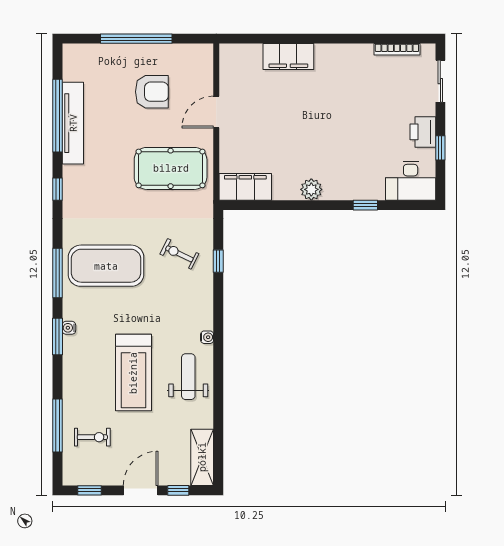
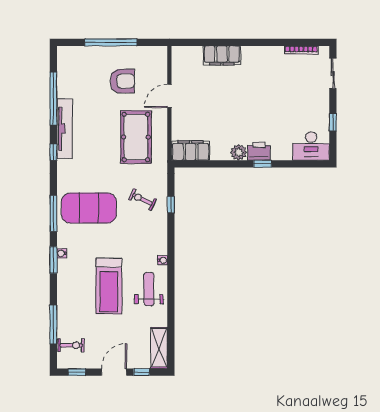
tv unit: (73, 123) -> (65, 129), moved
printer: (423, 132) -> (259, 151), moved, turned 90
pool table: (171, 168) -> (136, 137), turned 90
window: (365, 205) -> (263, 164), moved
exercise bike: (92, 437) -> (71, 345), moved

